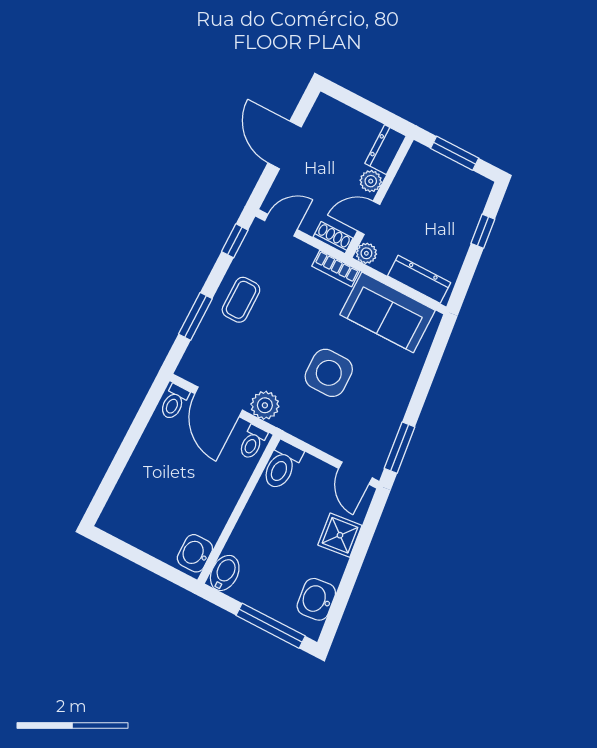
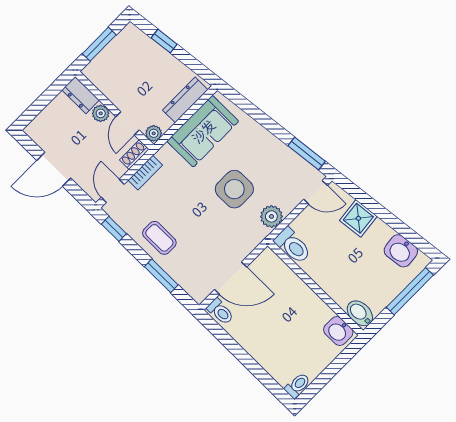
bookcase: (336, 269) -> (145, 173), moved
plant: (265, 405) -> (271, 216), moved
toilet: (253, 442) -> (298, 385), moved, turned -90

